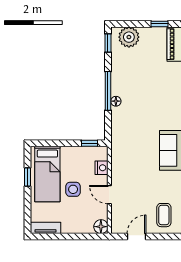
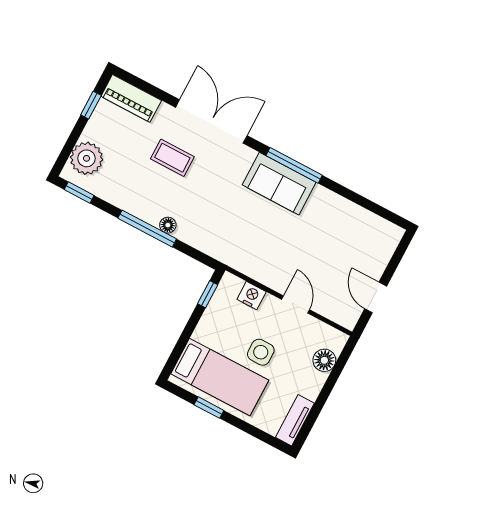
door: (109, 195) -> (296, 305), swing flipped
coffee table: (164, 215) -> (172, 158), moved
floor lamp: (101, 227) -> (324, 360), moved

